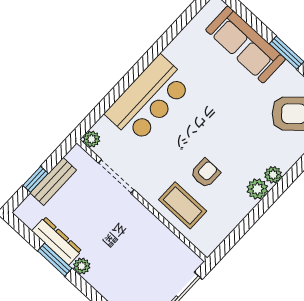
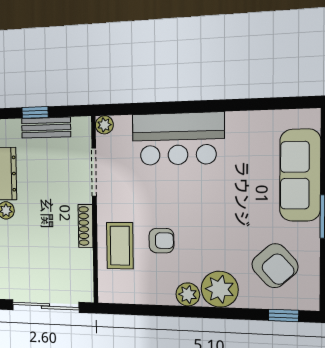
plant: (273, 175) -> (220, 289), width x1.87, depth x1.87
shoe rack: (147, 217) -> (86, 226), added

